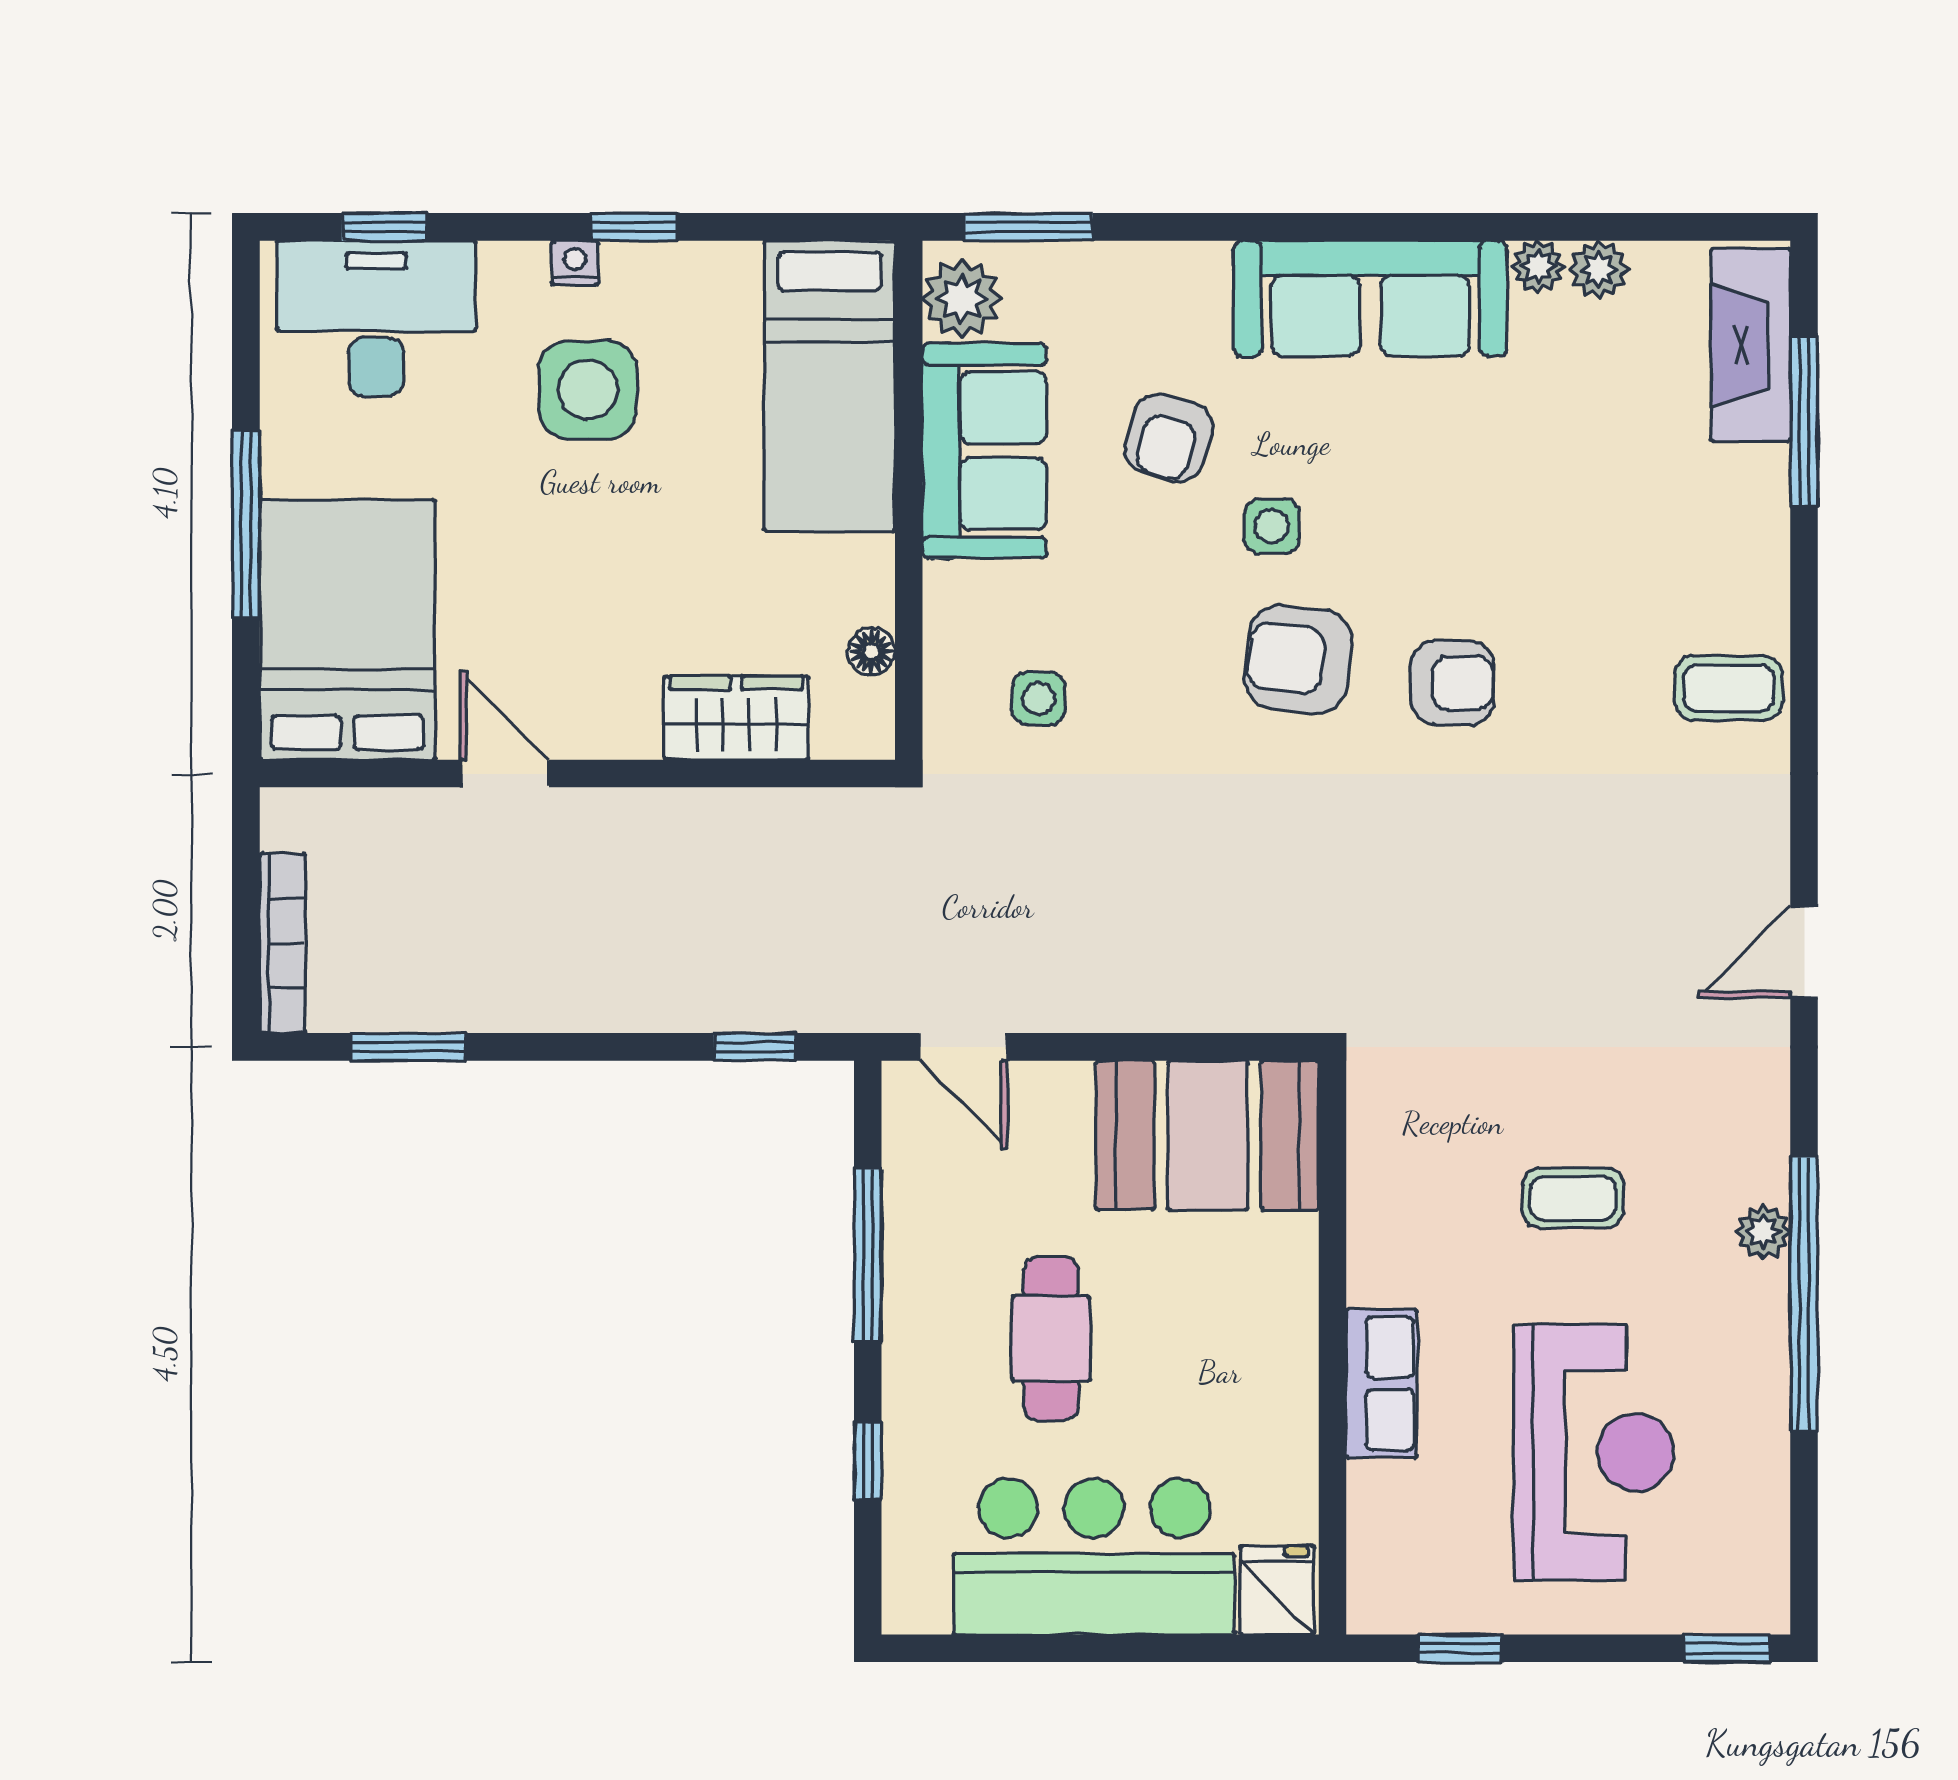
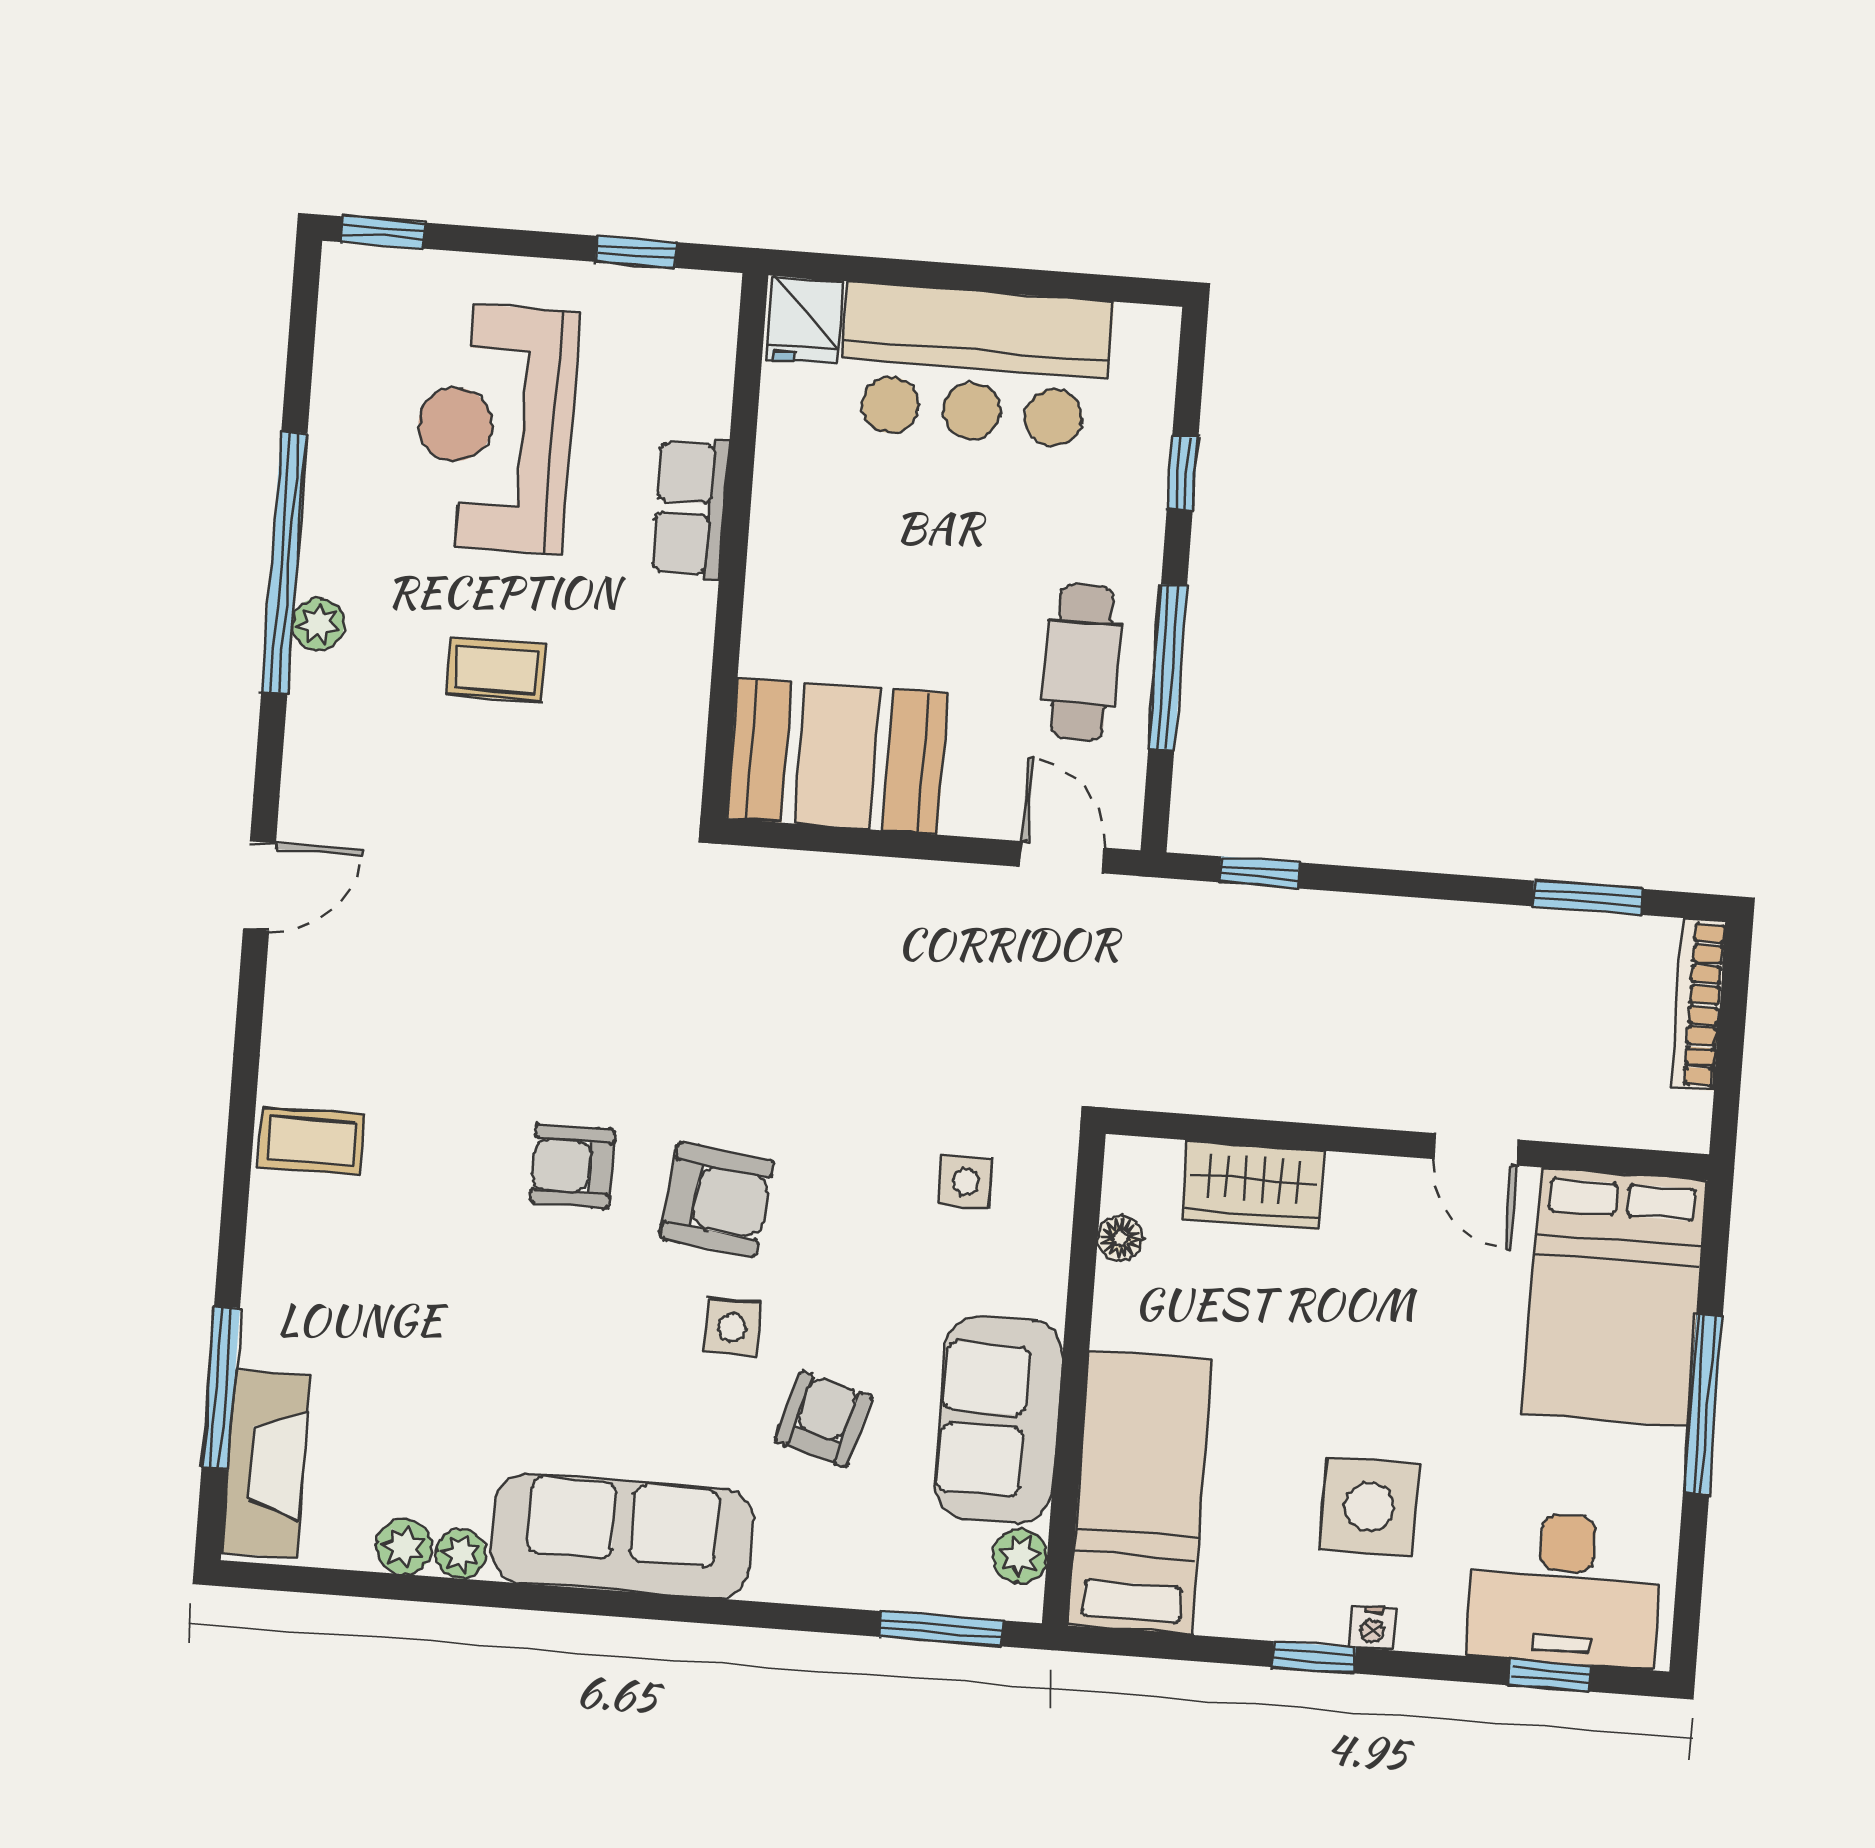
plant: (962, 299) -> (1020, 1556), width x0.73, depth x0.73
cafe table: (1051, 1338) -> (1082, 662), moved

